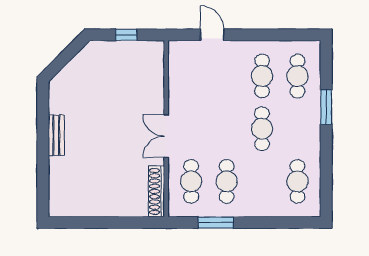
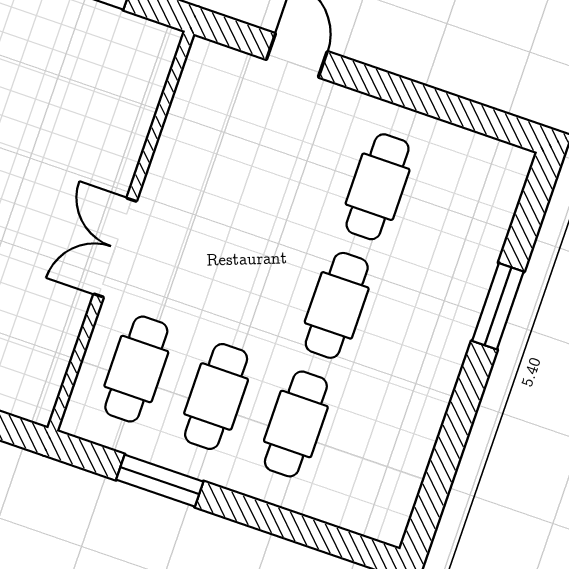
cafe table: (297, 76) -> (457, 214), removed
cafe table: (297, 181) -> (296, 424), moved
shoe rack: (156, 191) -> (50, 365), removed

